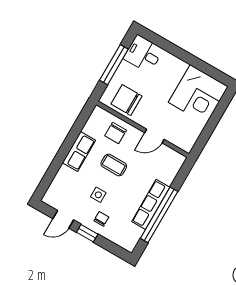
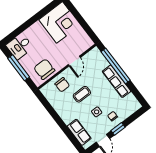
chair: (126, 100) -> (44, 69), turned 90
row of seats: (79, 151) -> (79, 132), moved
window: (159, 215) -> (116, 66), moved

